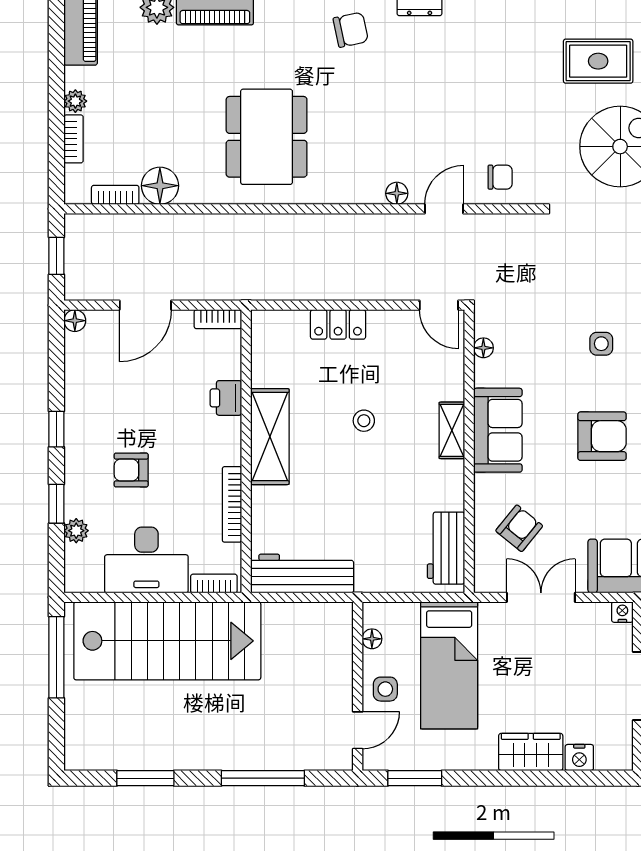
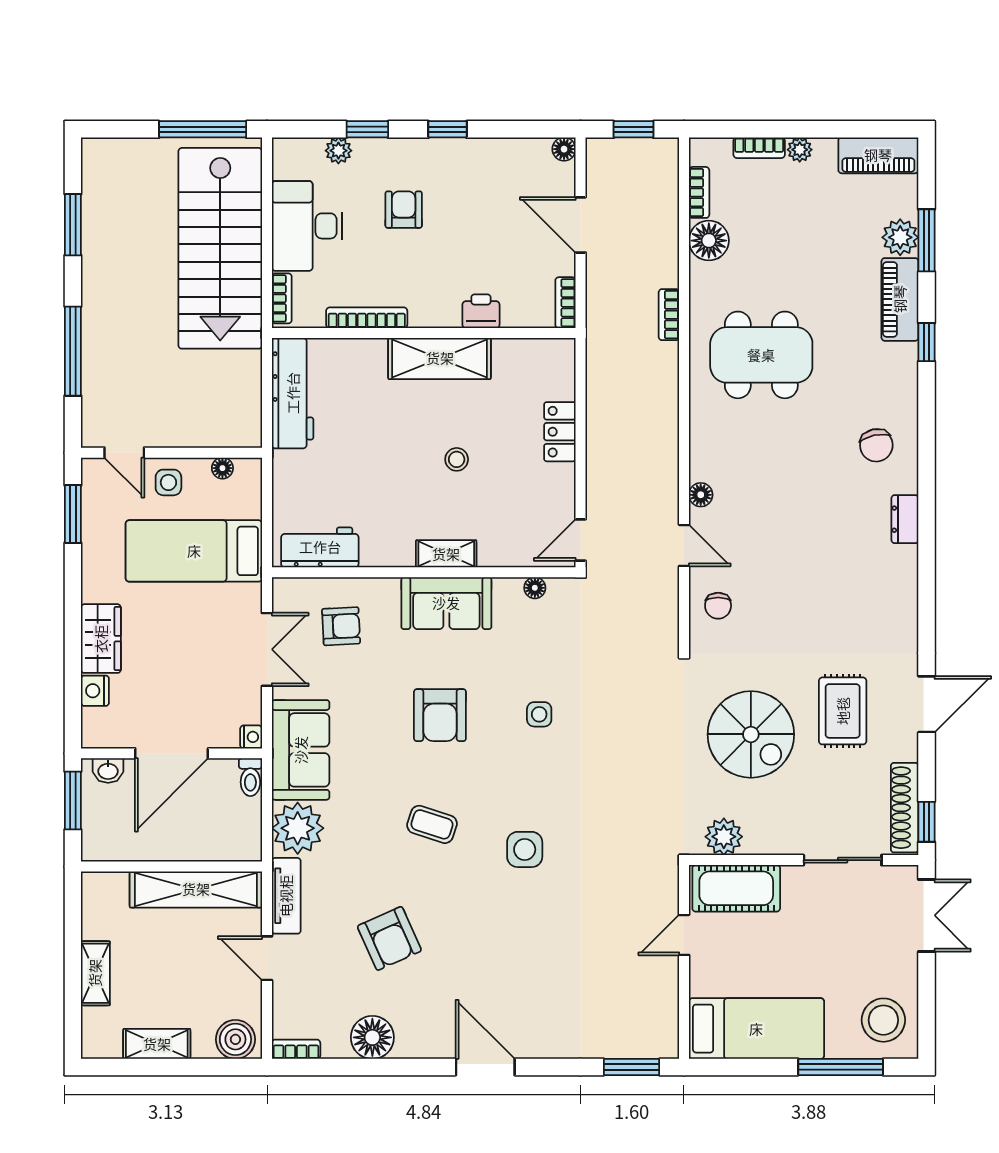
bookcase: (229, 223) -> (669, 315), added
armchair: (519, 528) -> (341, 626), turned -42

